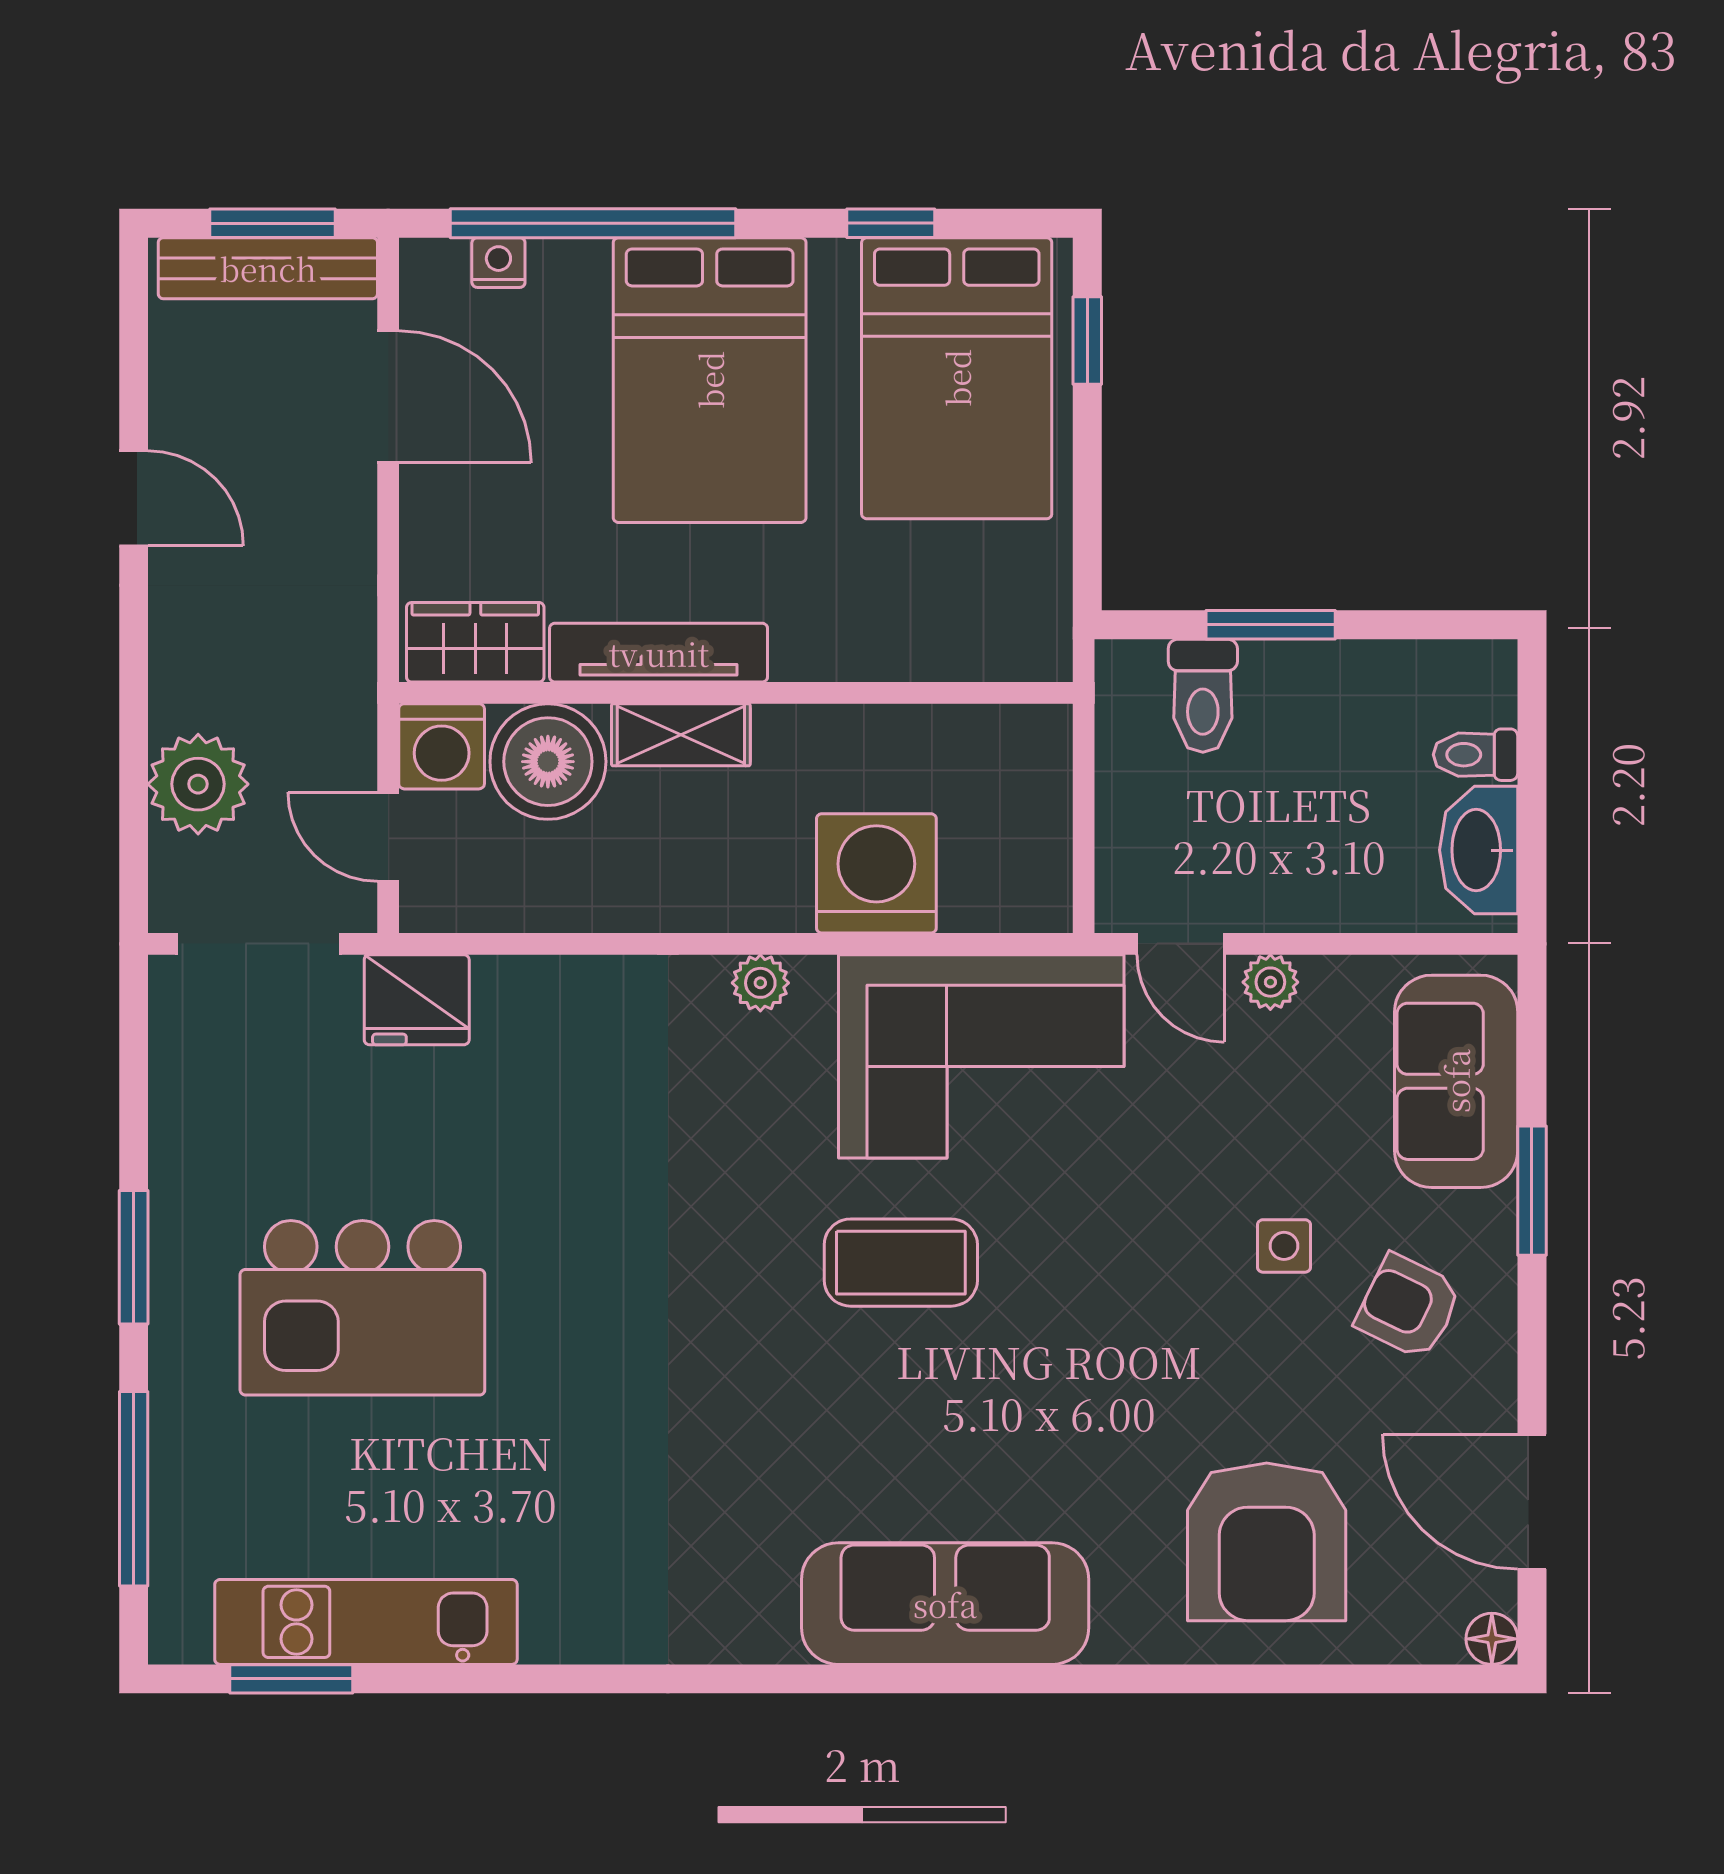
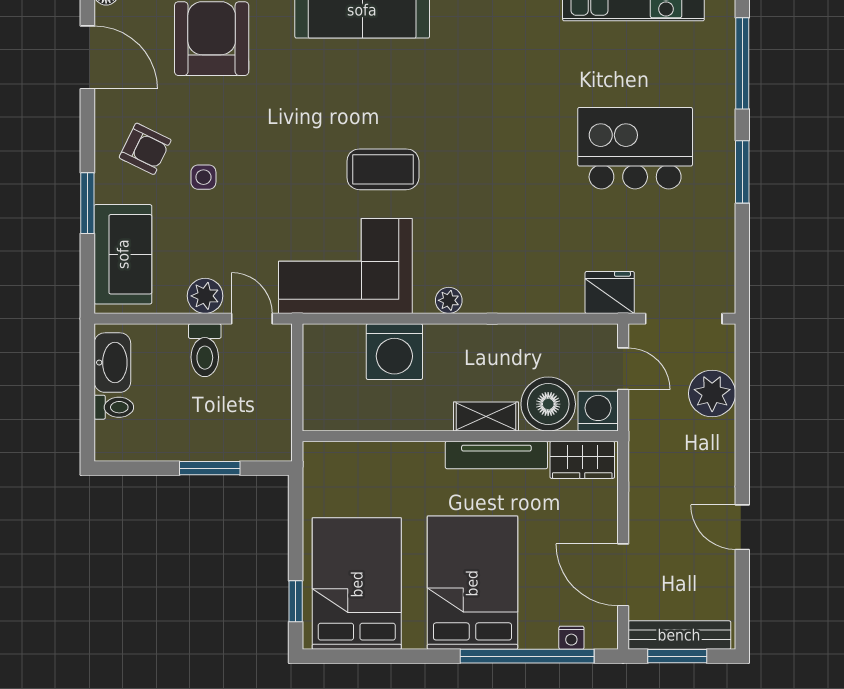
window: (891, 223) -> (388, 656), removed
toilet: (1203, 696) -> (205, 350), moved, turned 180
plant: (1270, 982) -> (205, 296), width x1.38, depth x1.38

